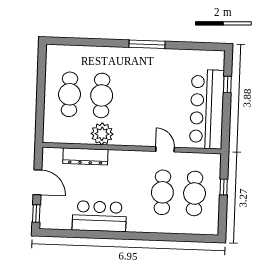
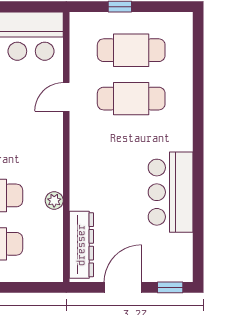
plant: (102, 134) -> (54, 201), width x0.53, depth x0.53
dresser: (85, 156) -> (81, 245), moved

